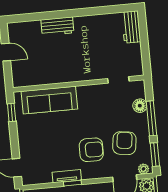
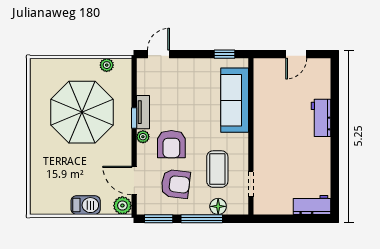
coffee table: (109, 109) -> (217, 169), added
plant: (143, 169) -> (143, 137), moved

